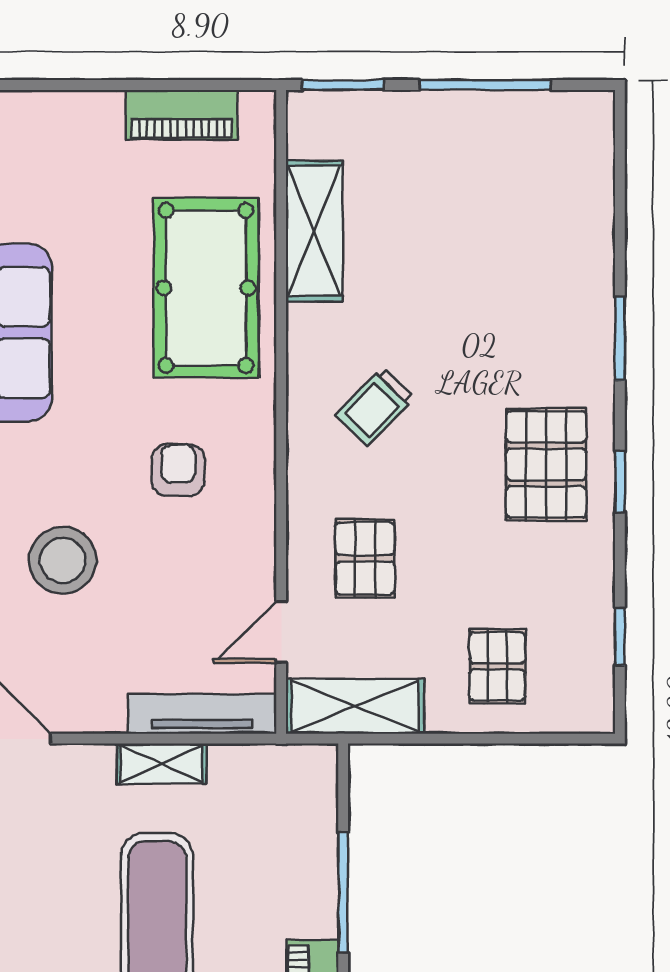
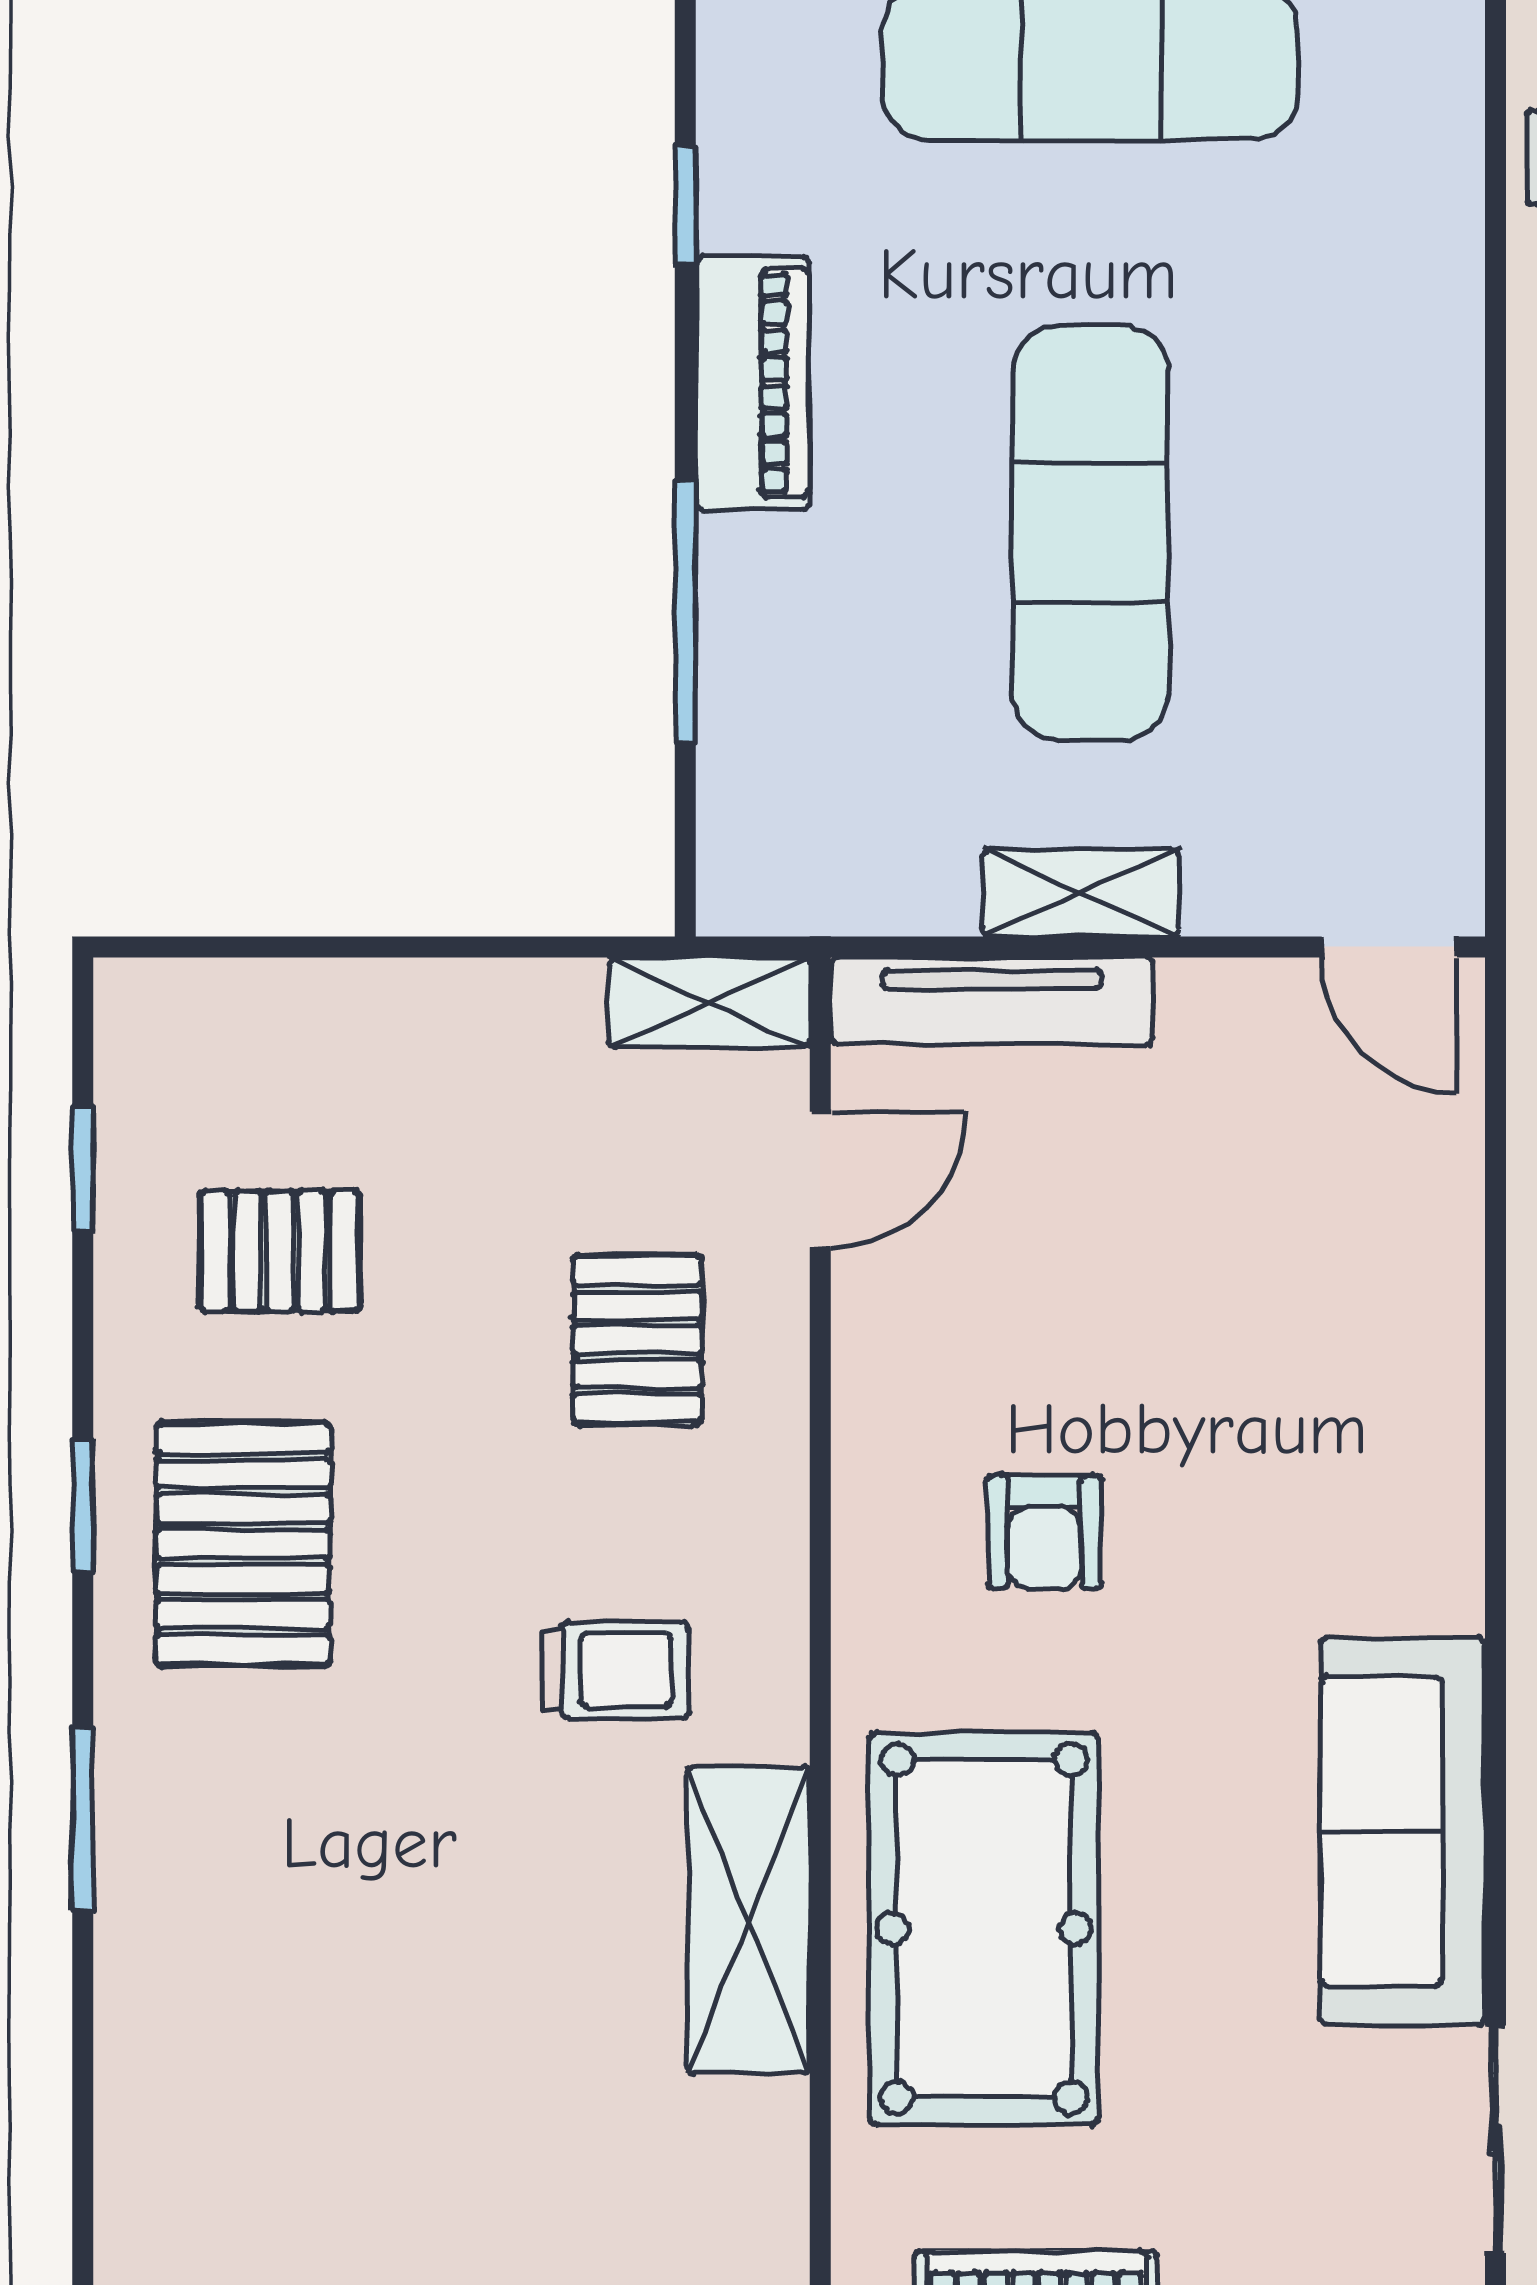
shelving: (314, 231) -> (748, 1920), moved
trolley: (375, 406) -> (615, 1670), turned 46
stool: (63, 560) -> (1296, 1335), removed
pallet: (497, 666) -> (280, 1251), moved, turned 90
shelving: (355, 706) -> (709, 1002), width x0.67, depth x0.75

